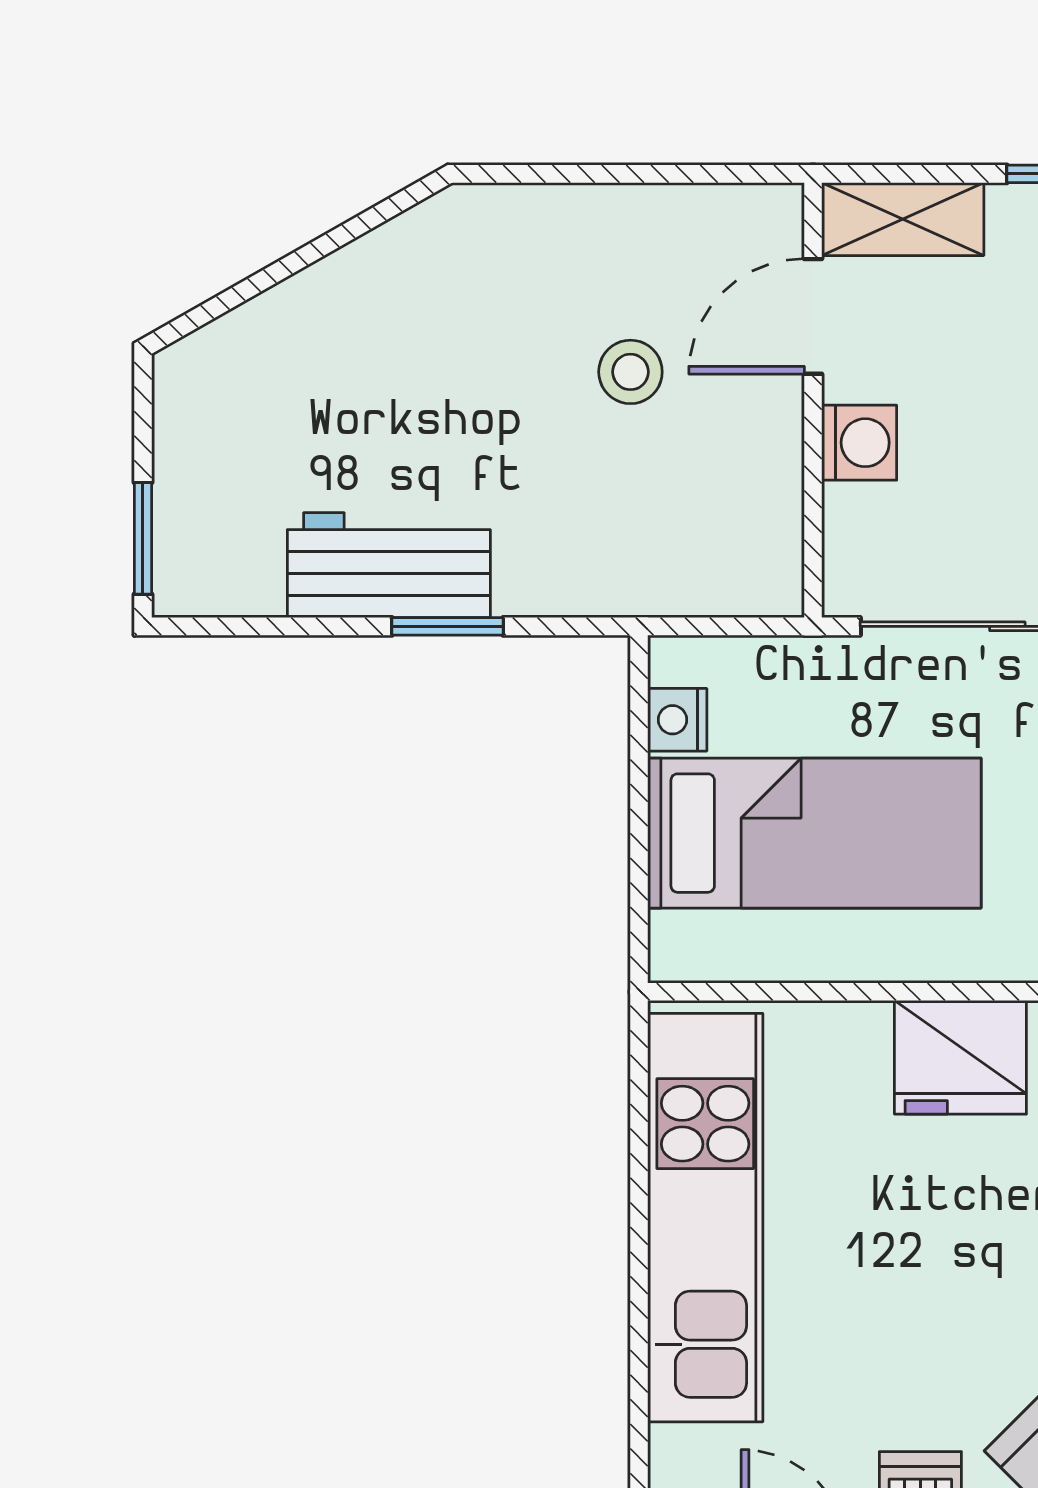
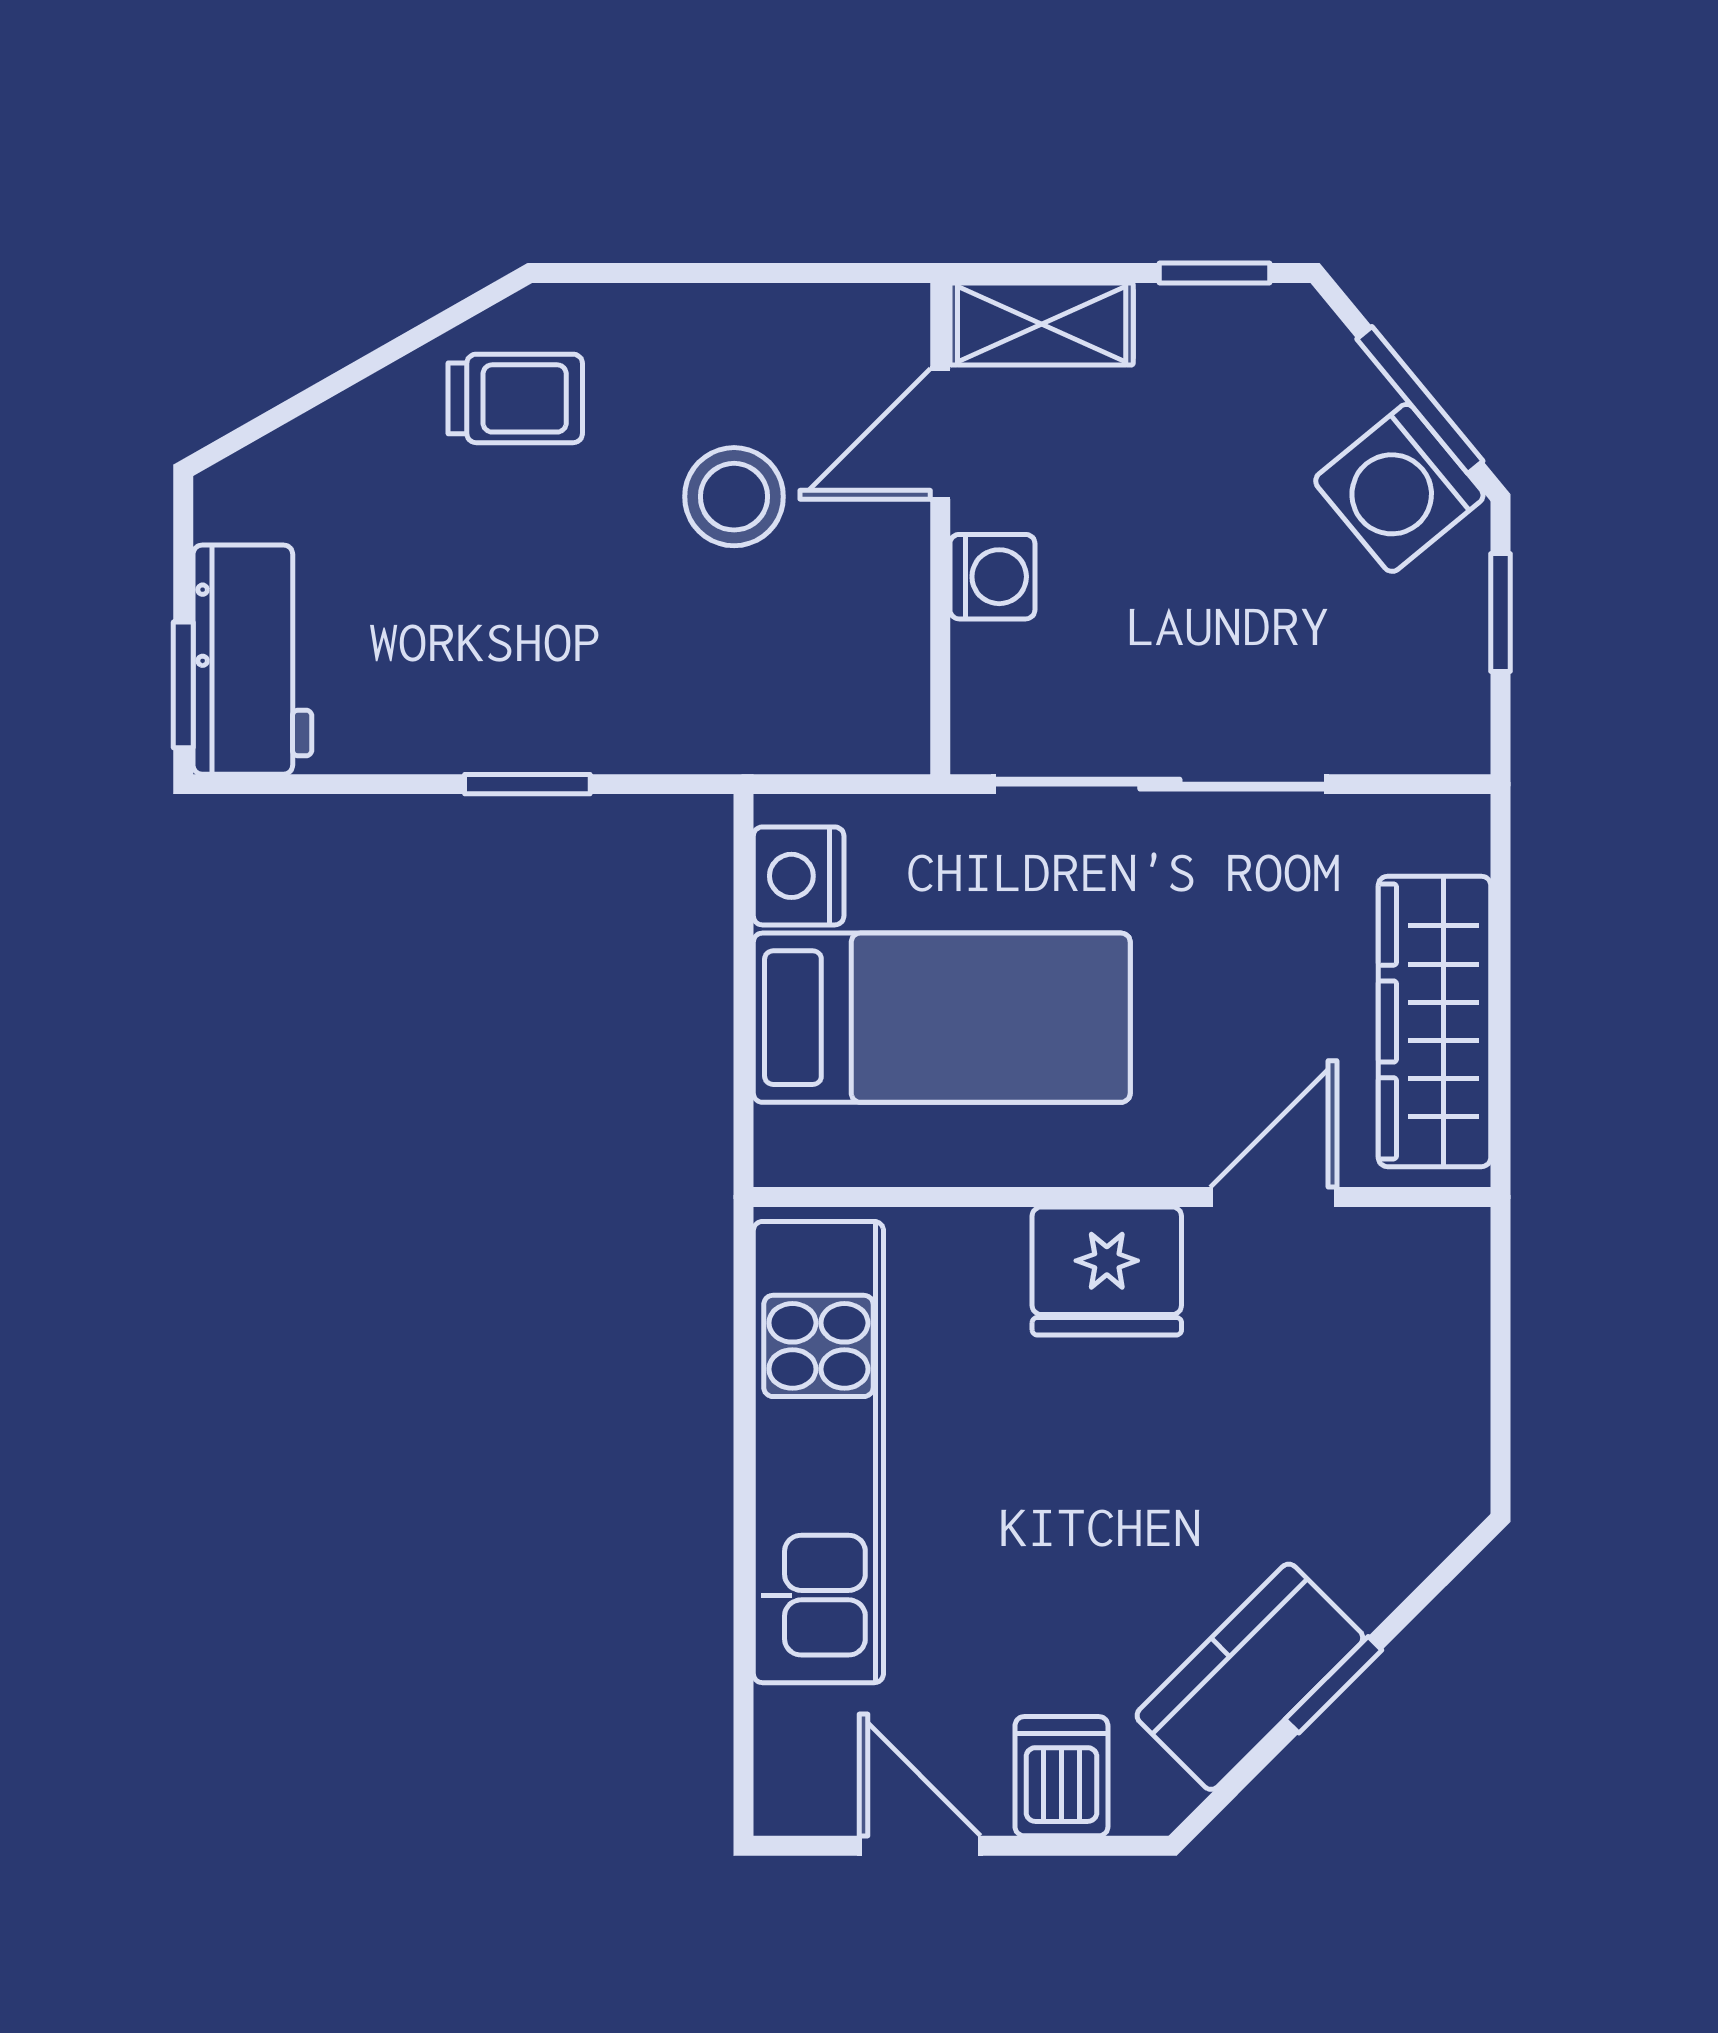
trolley: (437, 285) -> (515, 398), added
stool: (630, 372) -> (734, 497), width x1.37, depth x1.37
workbench: (389, 565) -> (252, 660), moved, turned 90
nightstand: (677, 720) -> (799, 876), width x1.39, depth x1.35

